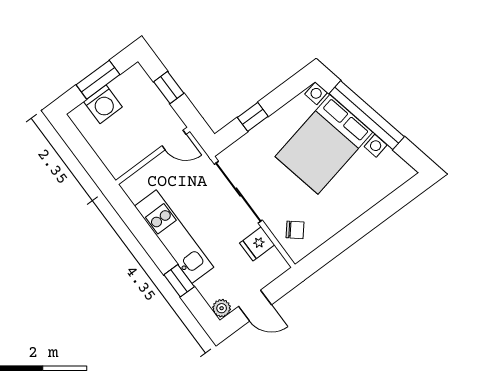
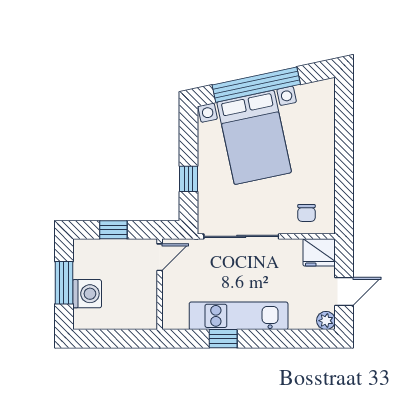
chair: (295, 230) -> (306, 213), turned 140
fridge: (257, 244) -> (319, 252), moved, width x1.38
window: (179, 281) -> (223, 339), moved

